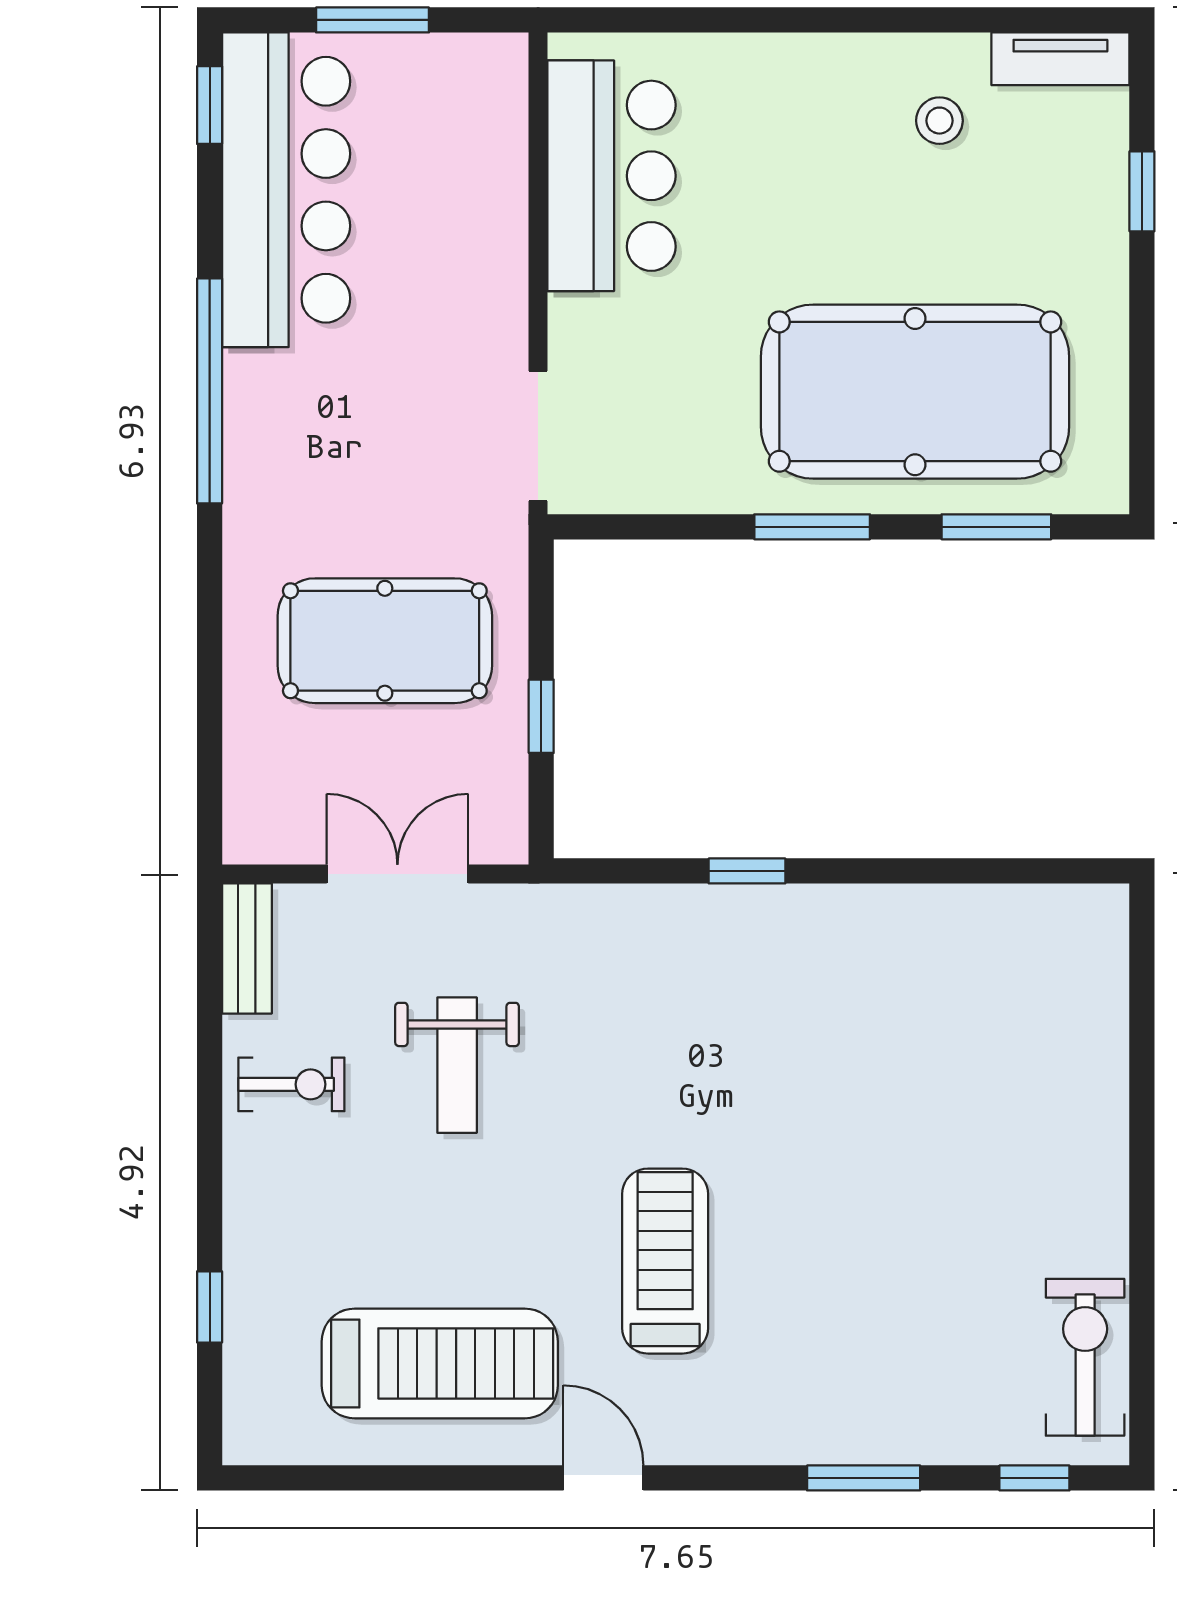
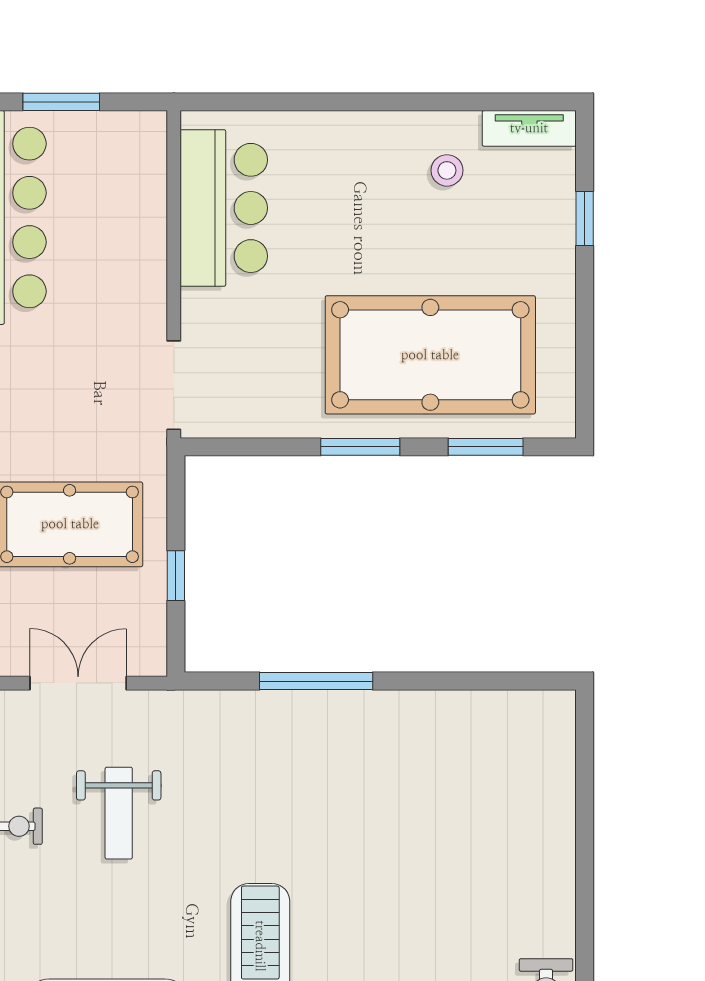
window: (747, 871) -> (316, 681), width x2.17

